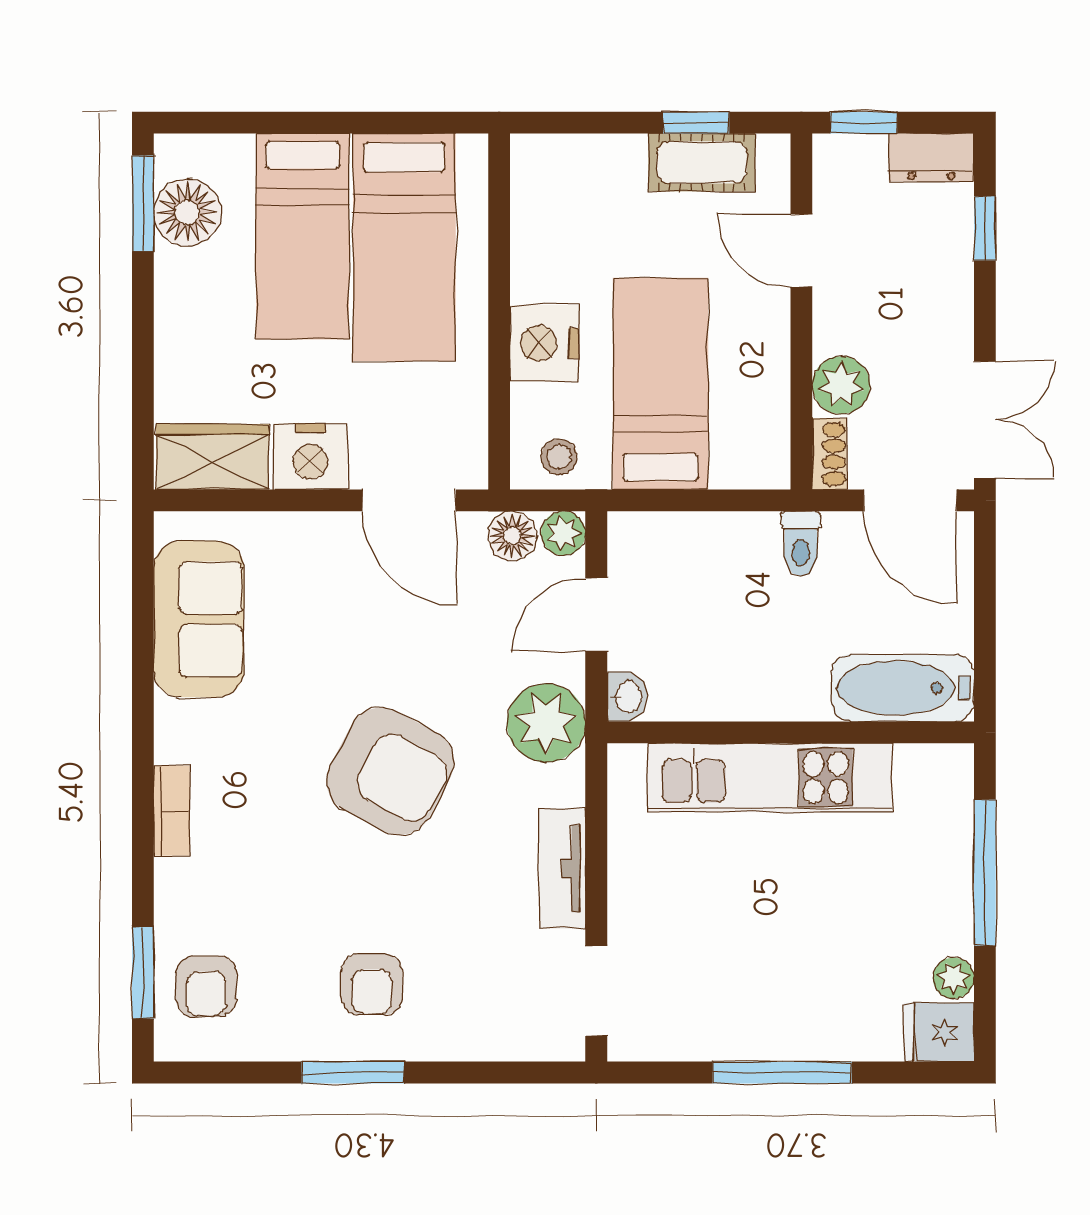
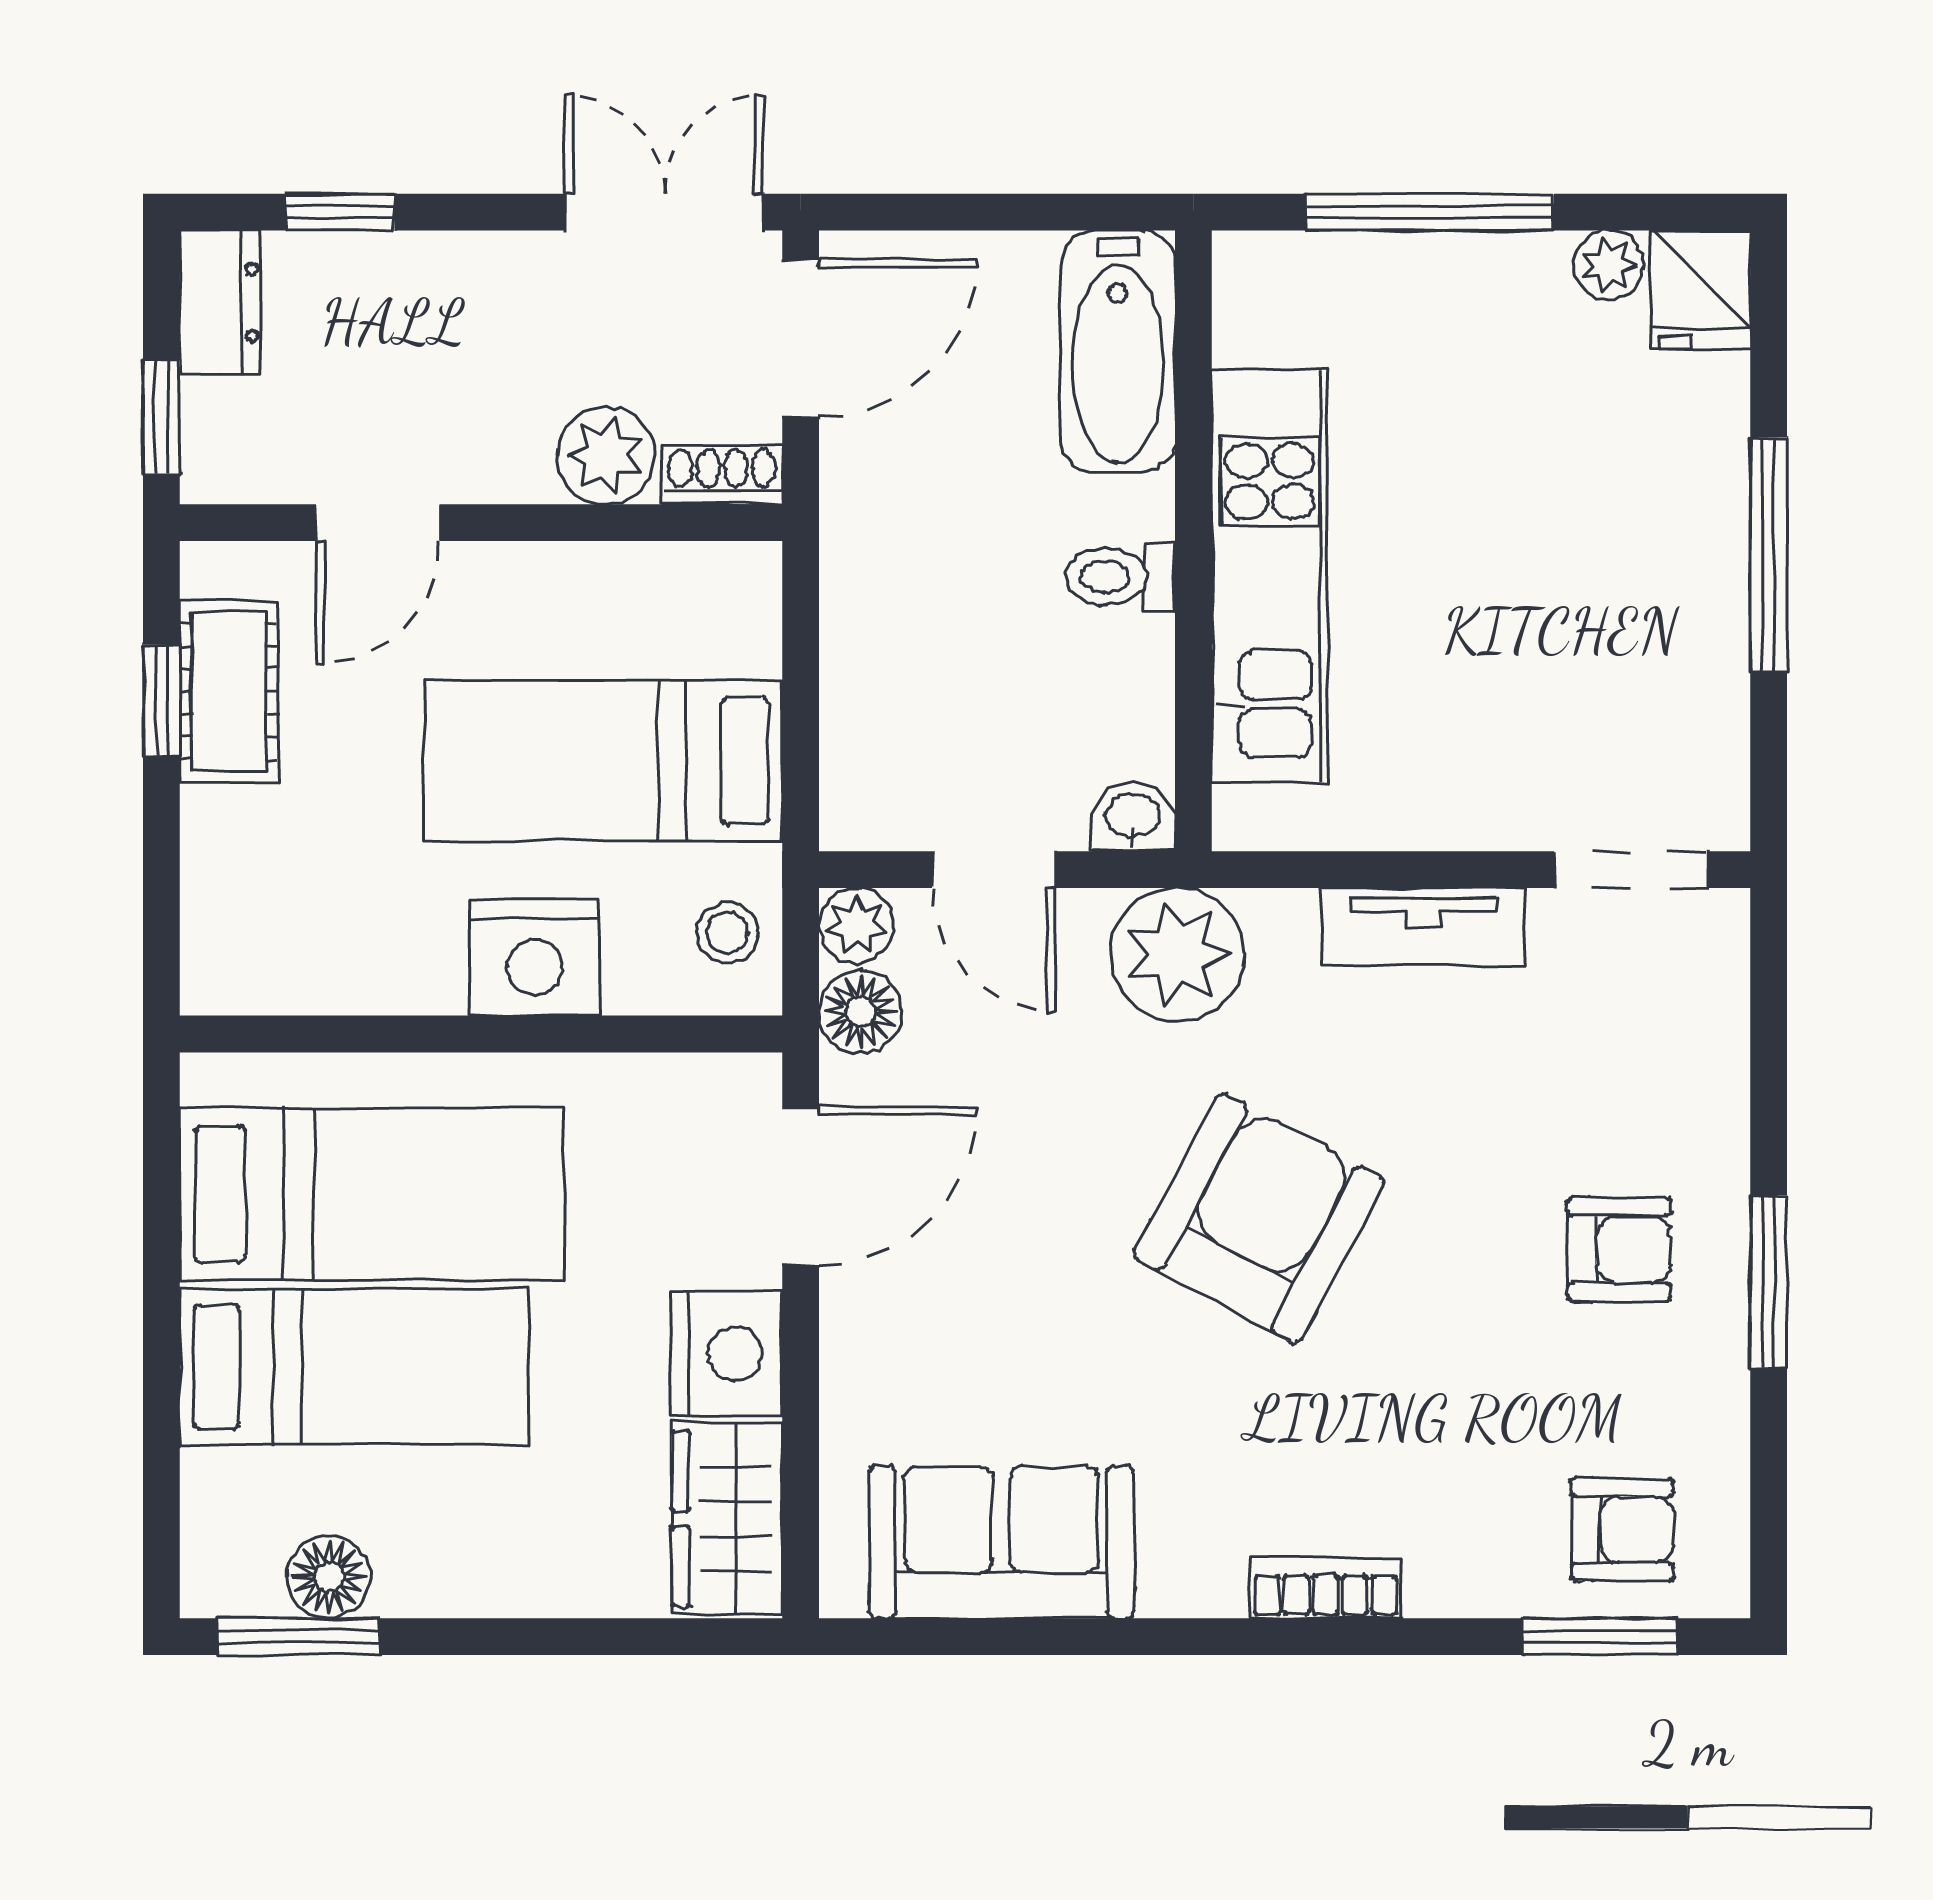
floor lamp: (187, 212) -> (329, 1577), width x0.73, depth x0.73
toilet: (801, 544) -> (1120, 577), moved, turned 180

